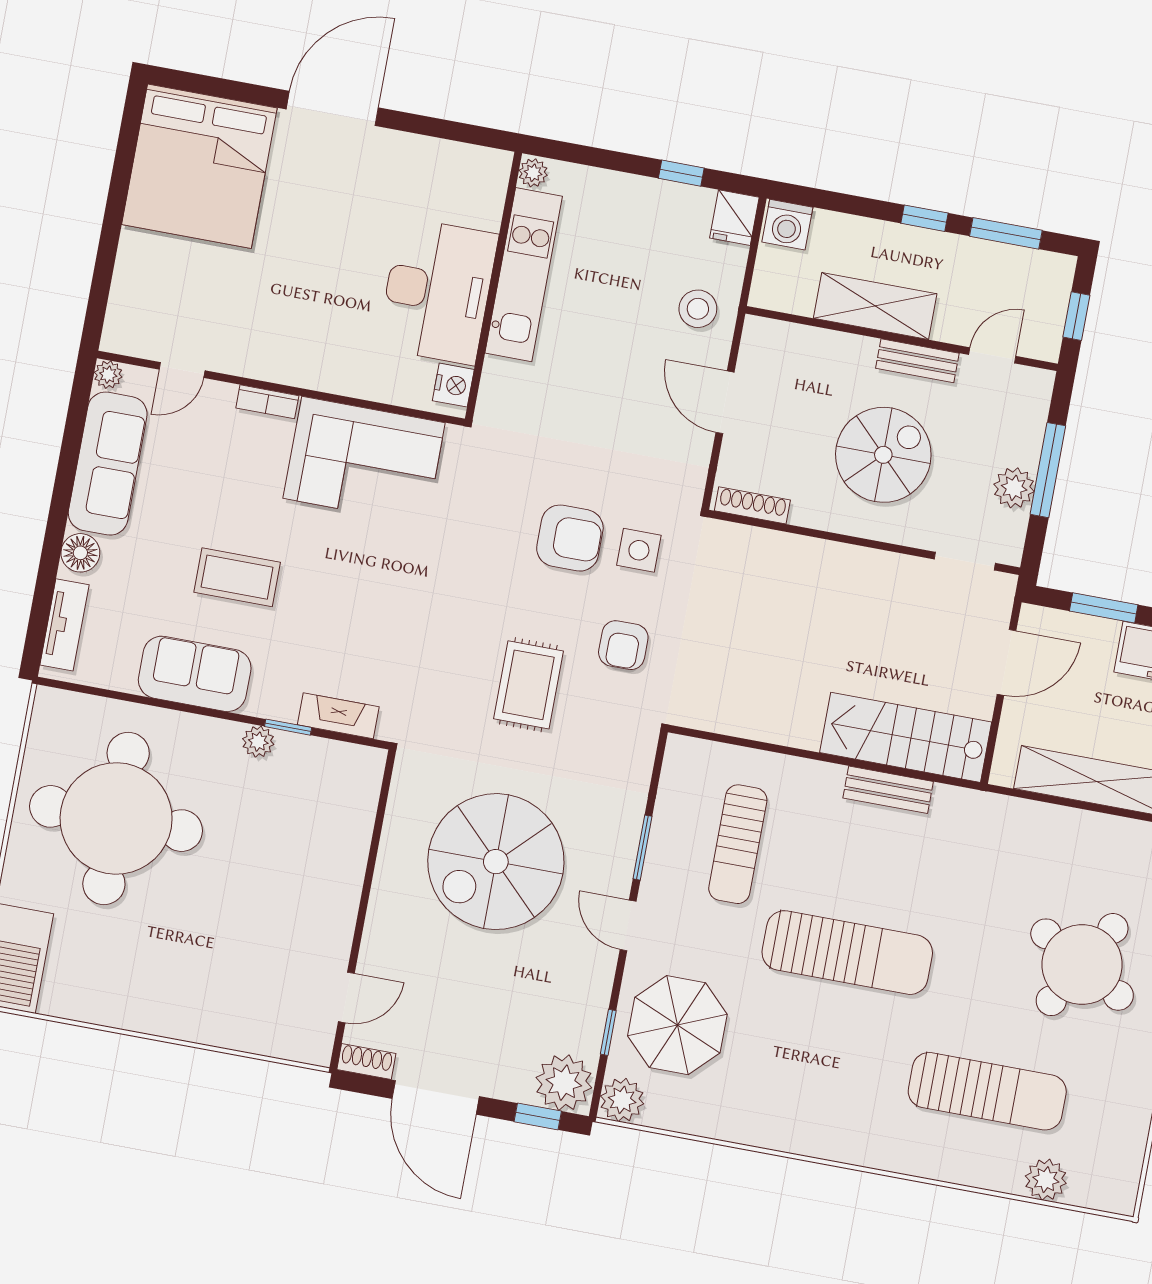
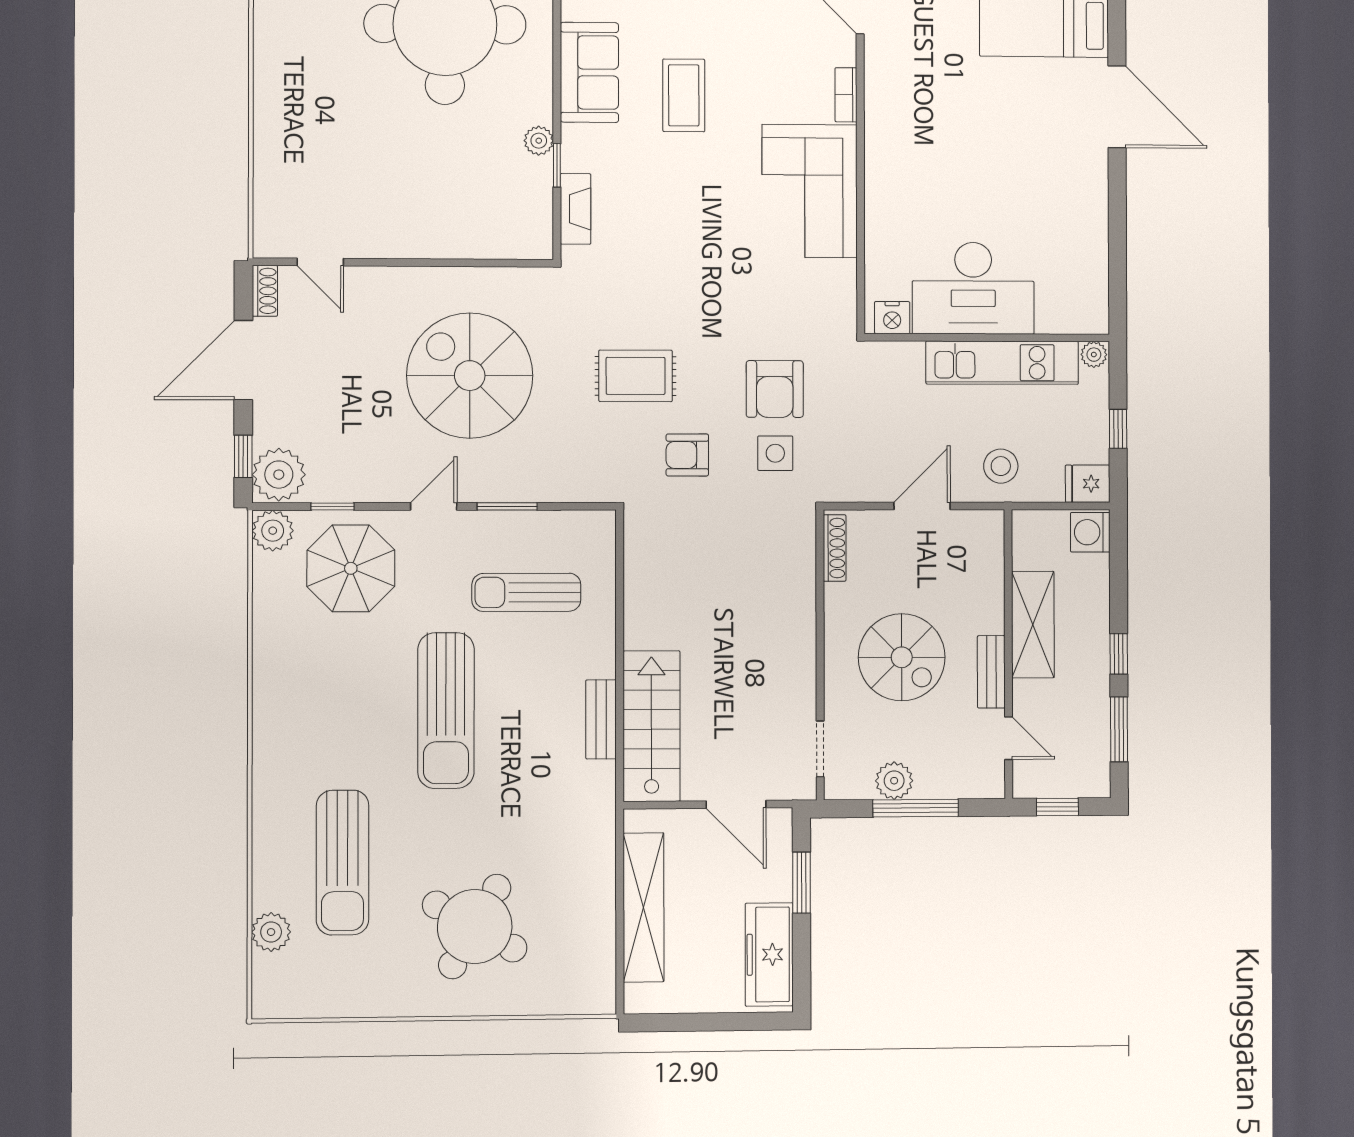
plant: (533, 173) -> (1094, 355), moved
kitchen unit: (524, 275) -> (1002, 363), moved
wall: (494, 286) -> (987, 338), moved
desk: (438, 291) -> (973, 288), moved
nightstand: (453, 385) -> (892, 318), moved

